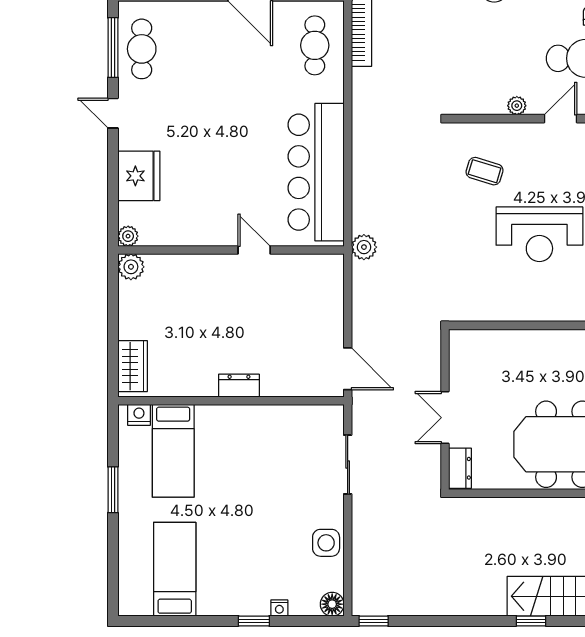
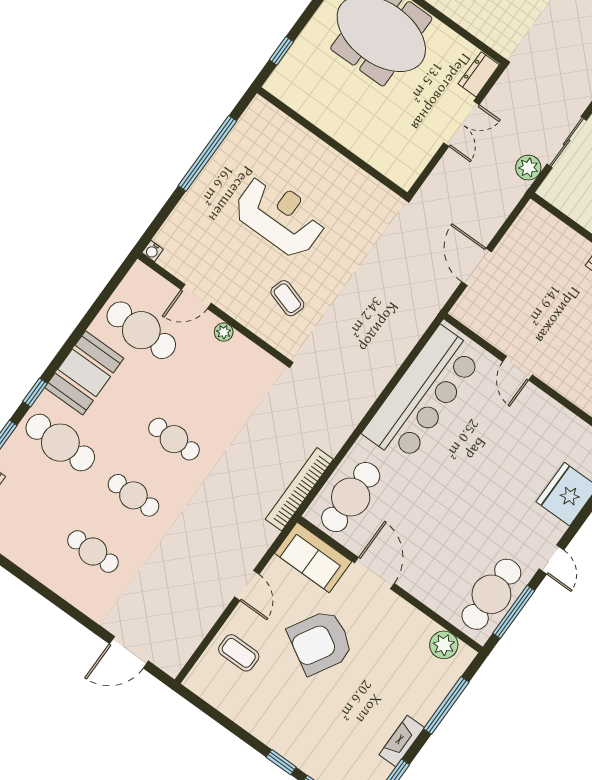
cafe table: (315, 45) -> (351, 497), width x1.37, depth x1.35
cafe table: (142, 49) -> (491, 594), width x1.37, depth x1.35
plant: (364, 247) -> (528, 168), moved
door: (348, 369) -> (477, 267), moved

